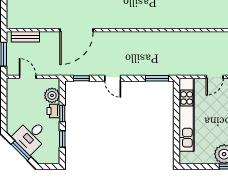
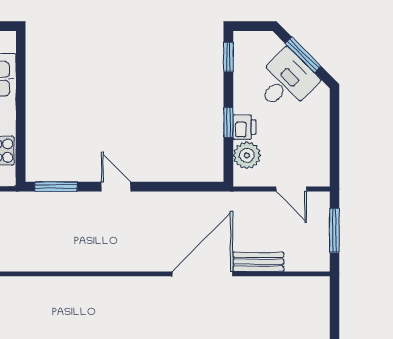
bench: (25, 37) -> (258, 262), moved
window: (81, 78) -> (194, 187), removed
door: (113, 78) -> (116, 187), moved
window: (62, 139) -> (228, 57), moved

